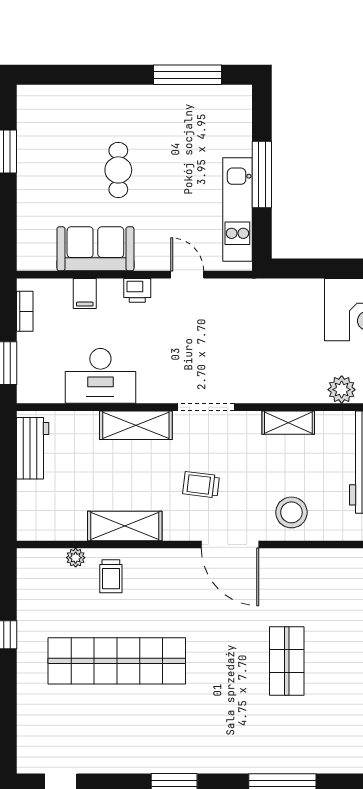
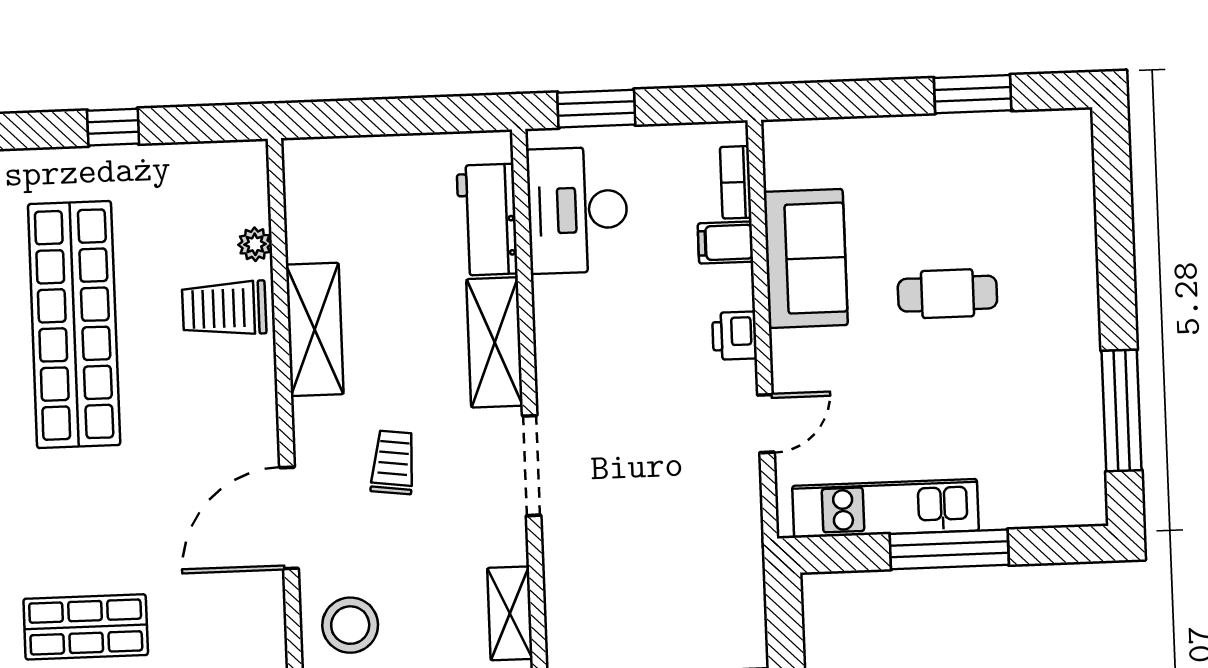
bookcase: (25, 311) -> (736, 182), moved, turned 90
desk: (100, 376) -> (577, 210), moved
workbench: (33, 448) -> (487, 220), moved, turned 90
trolley: (111, 576) -> (224, 308), width x1.36, depth x1.39

